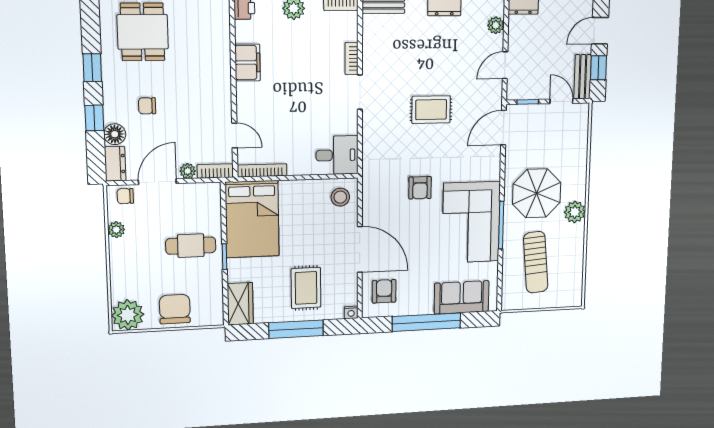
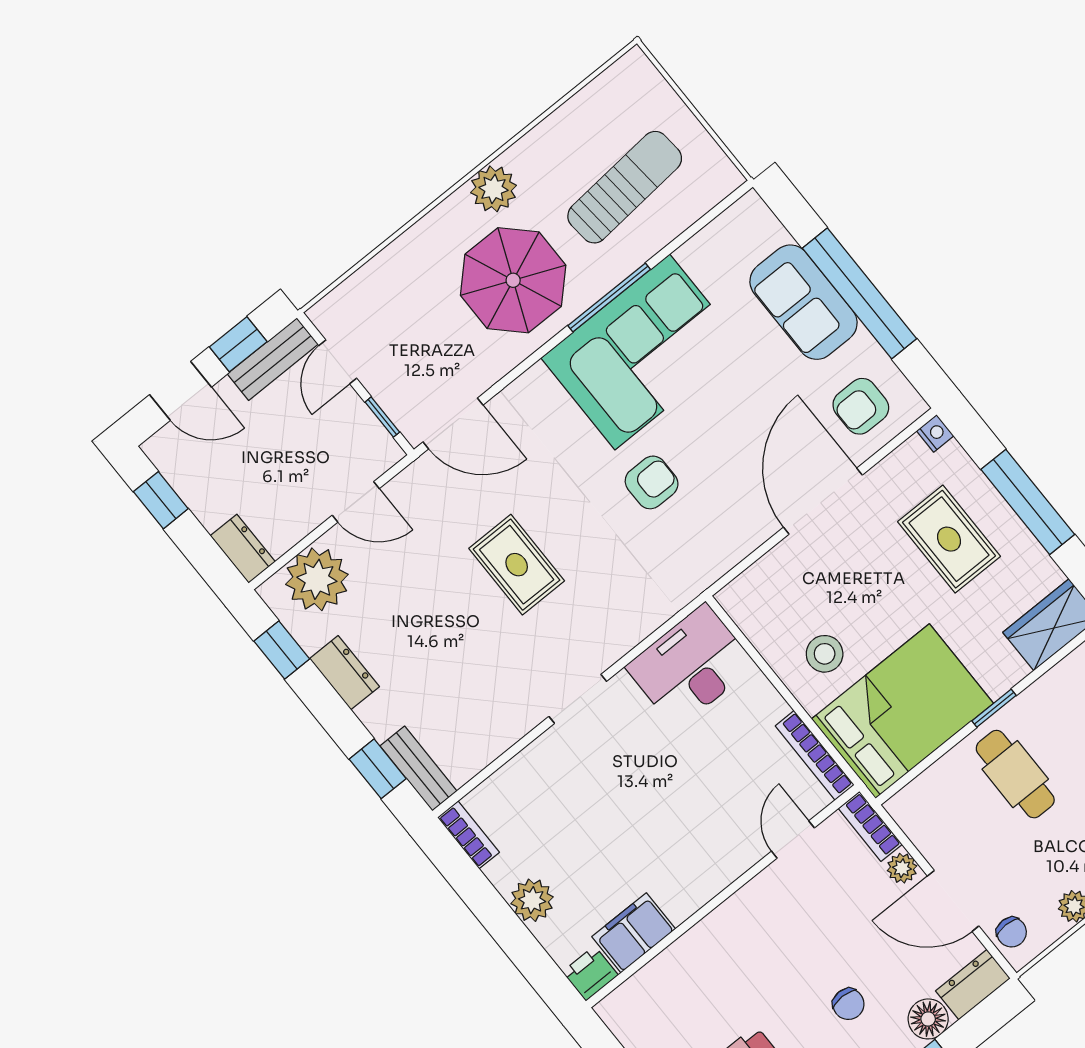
plant: (496, 25) -> (317, 579), width x1.87, depth x1.87
bookcase: (352, 59) -> (537, 753), removed
filing cabinet: (248, 63) -> (634, 933), moved
desk: (337, 155) -> (691, 666), width x1.37
stool: (340, 197) -> (825, 654), moved
rug: (306, 288) -> (949, 539), turned 90
sofa: (462, 297) -> (804, 302), moved

